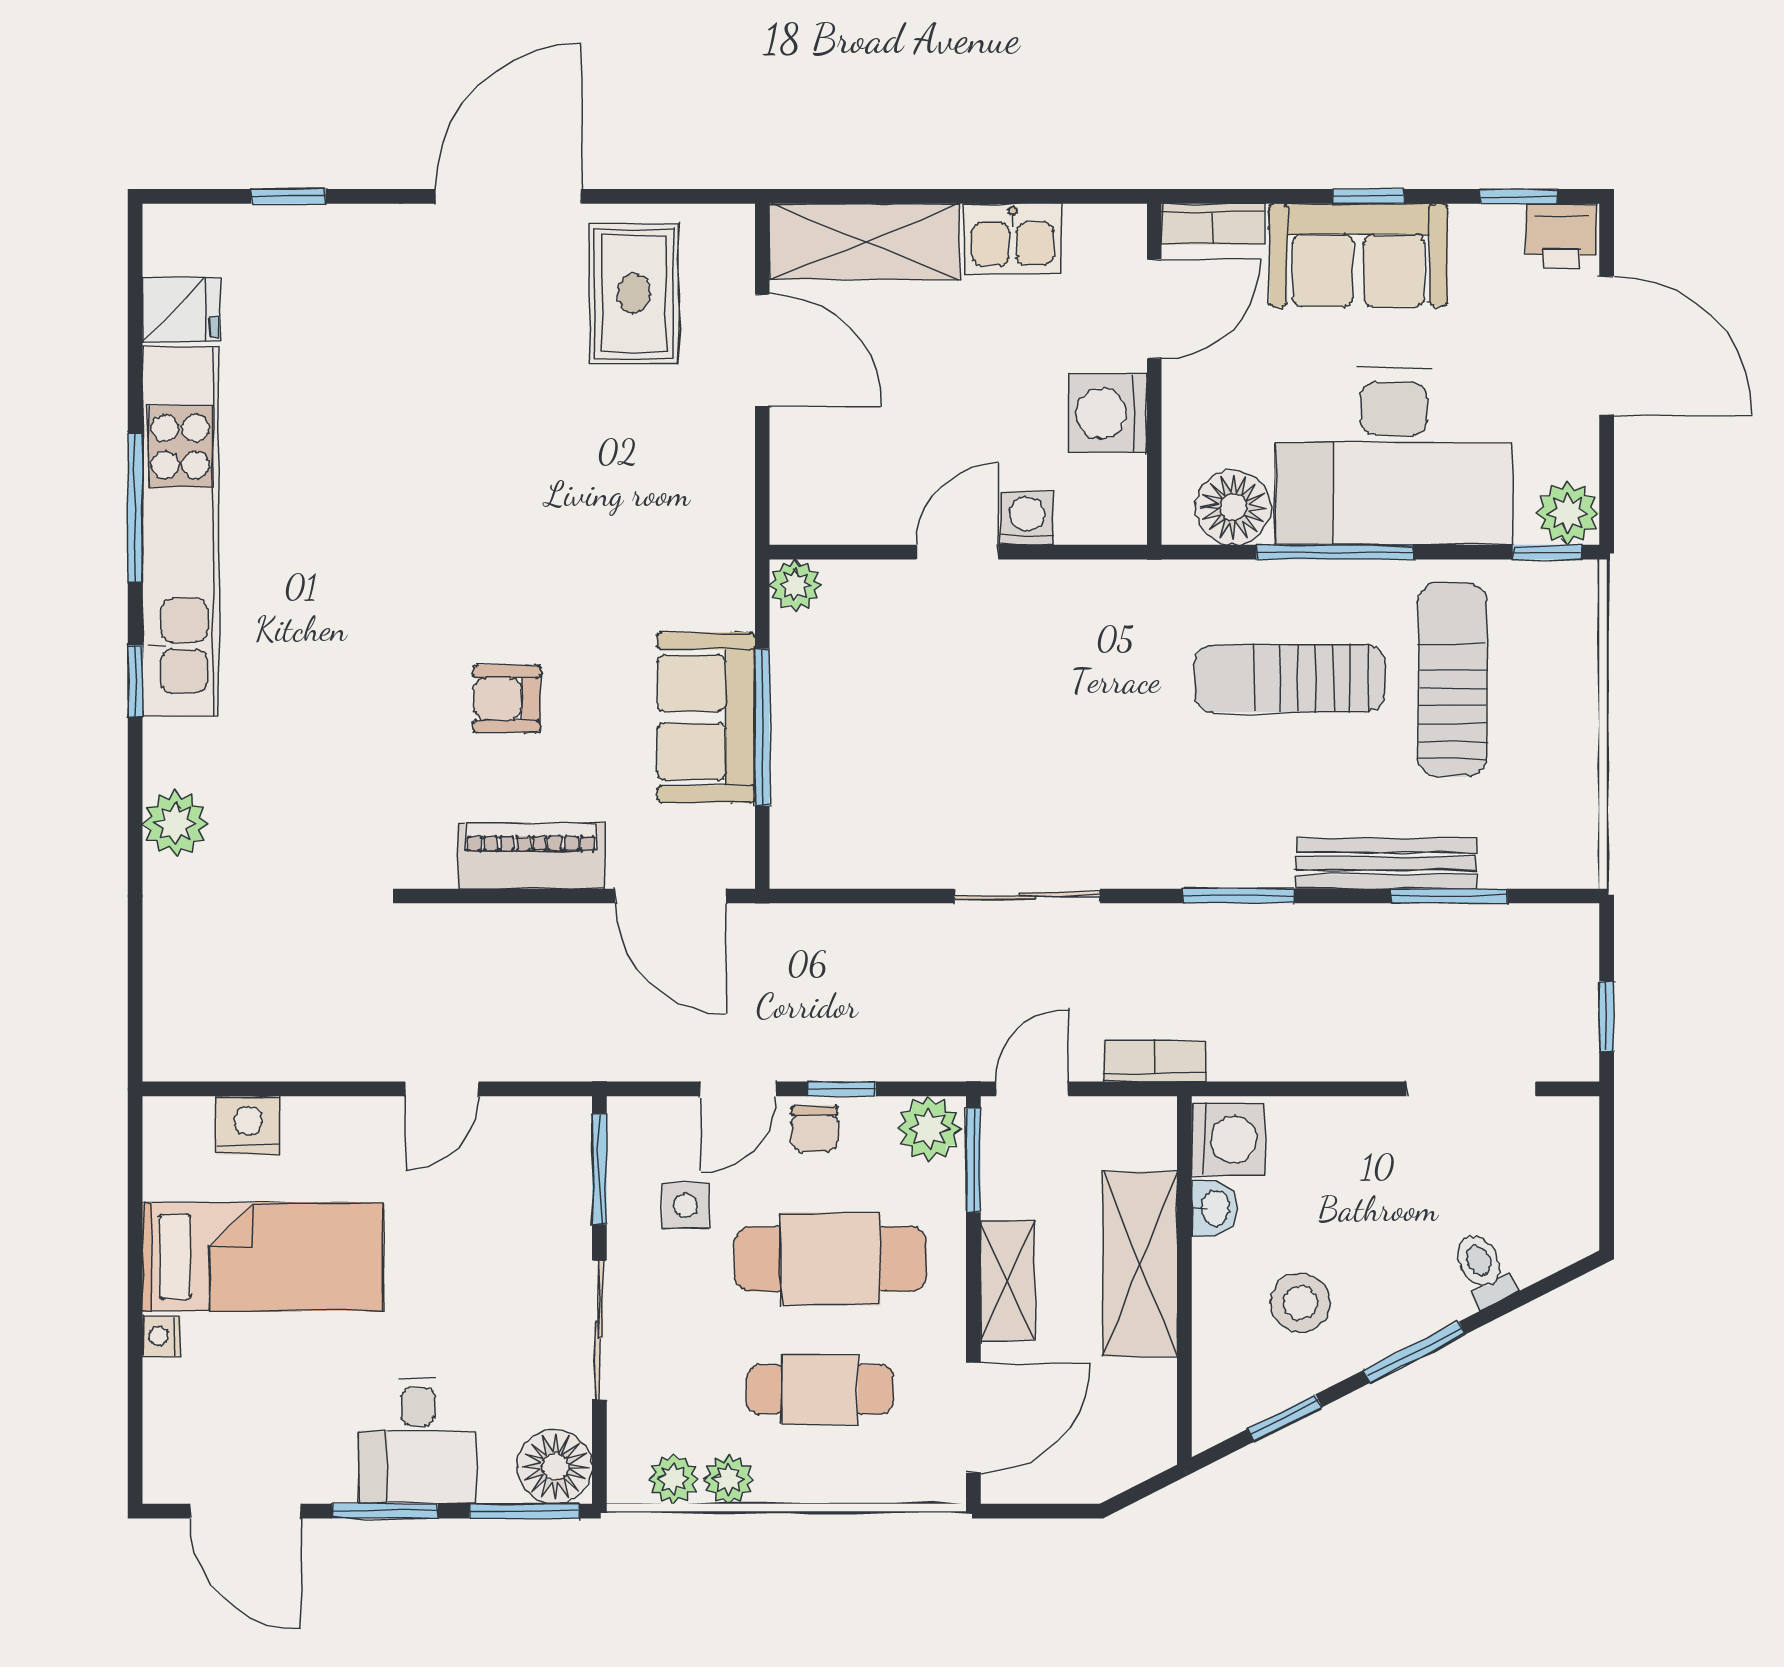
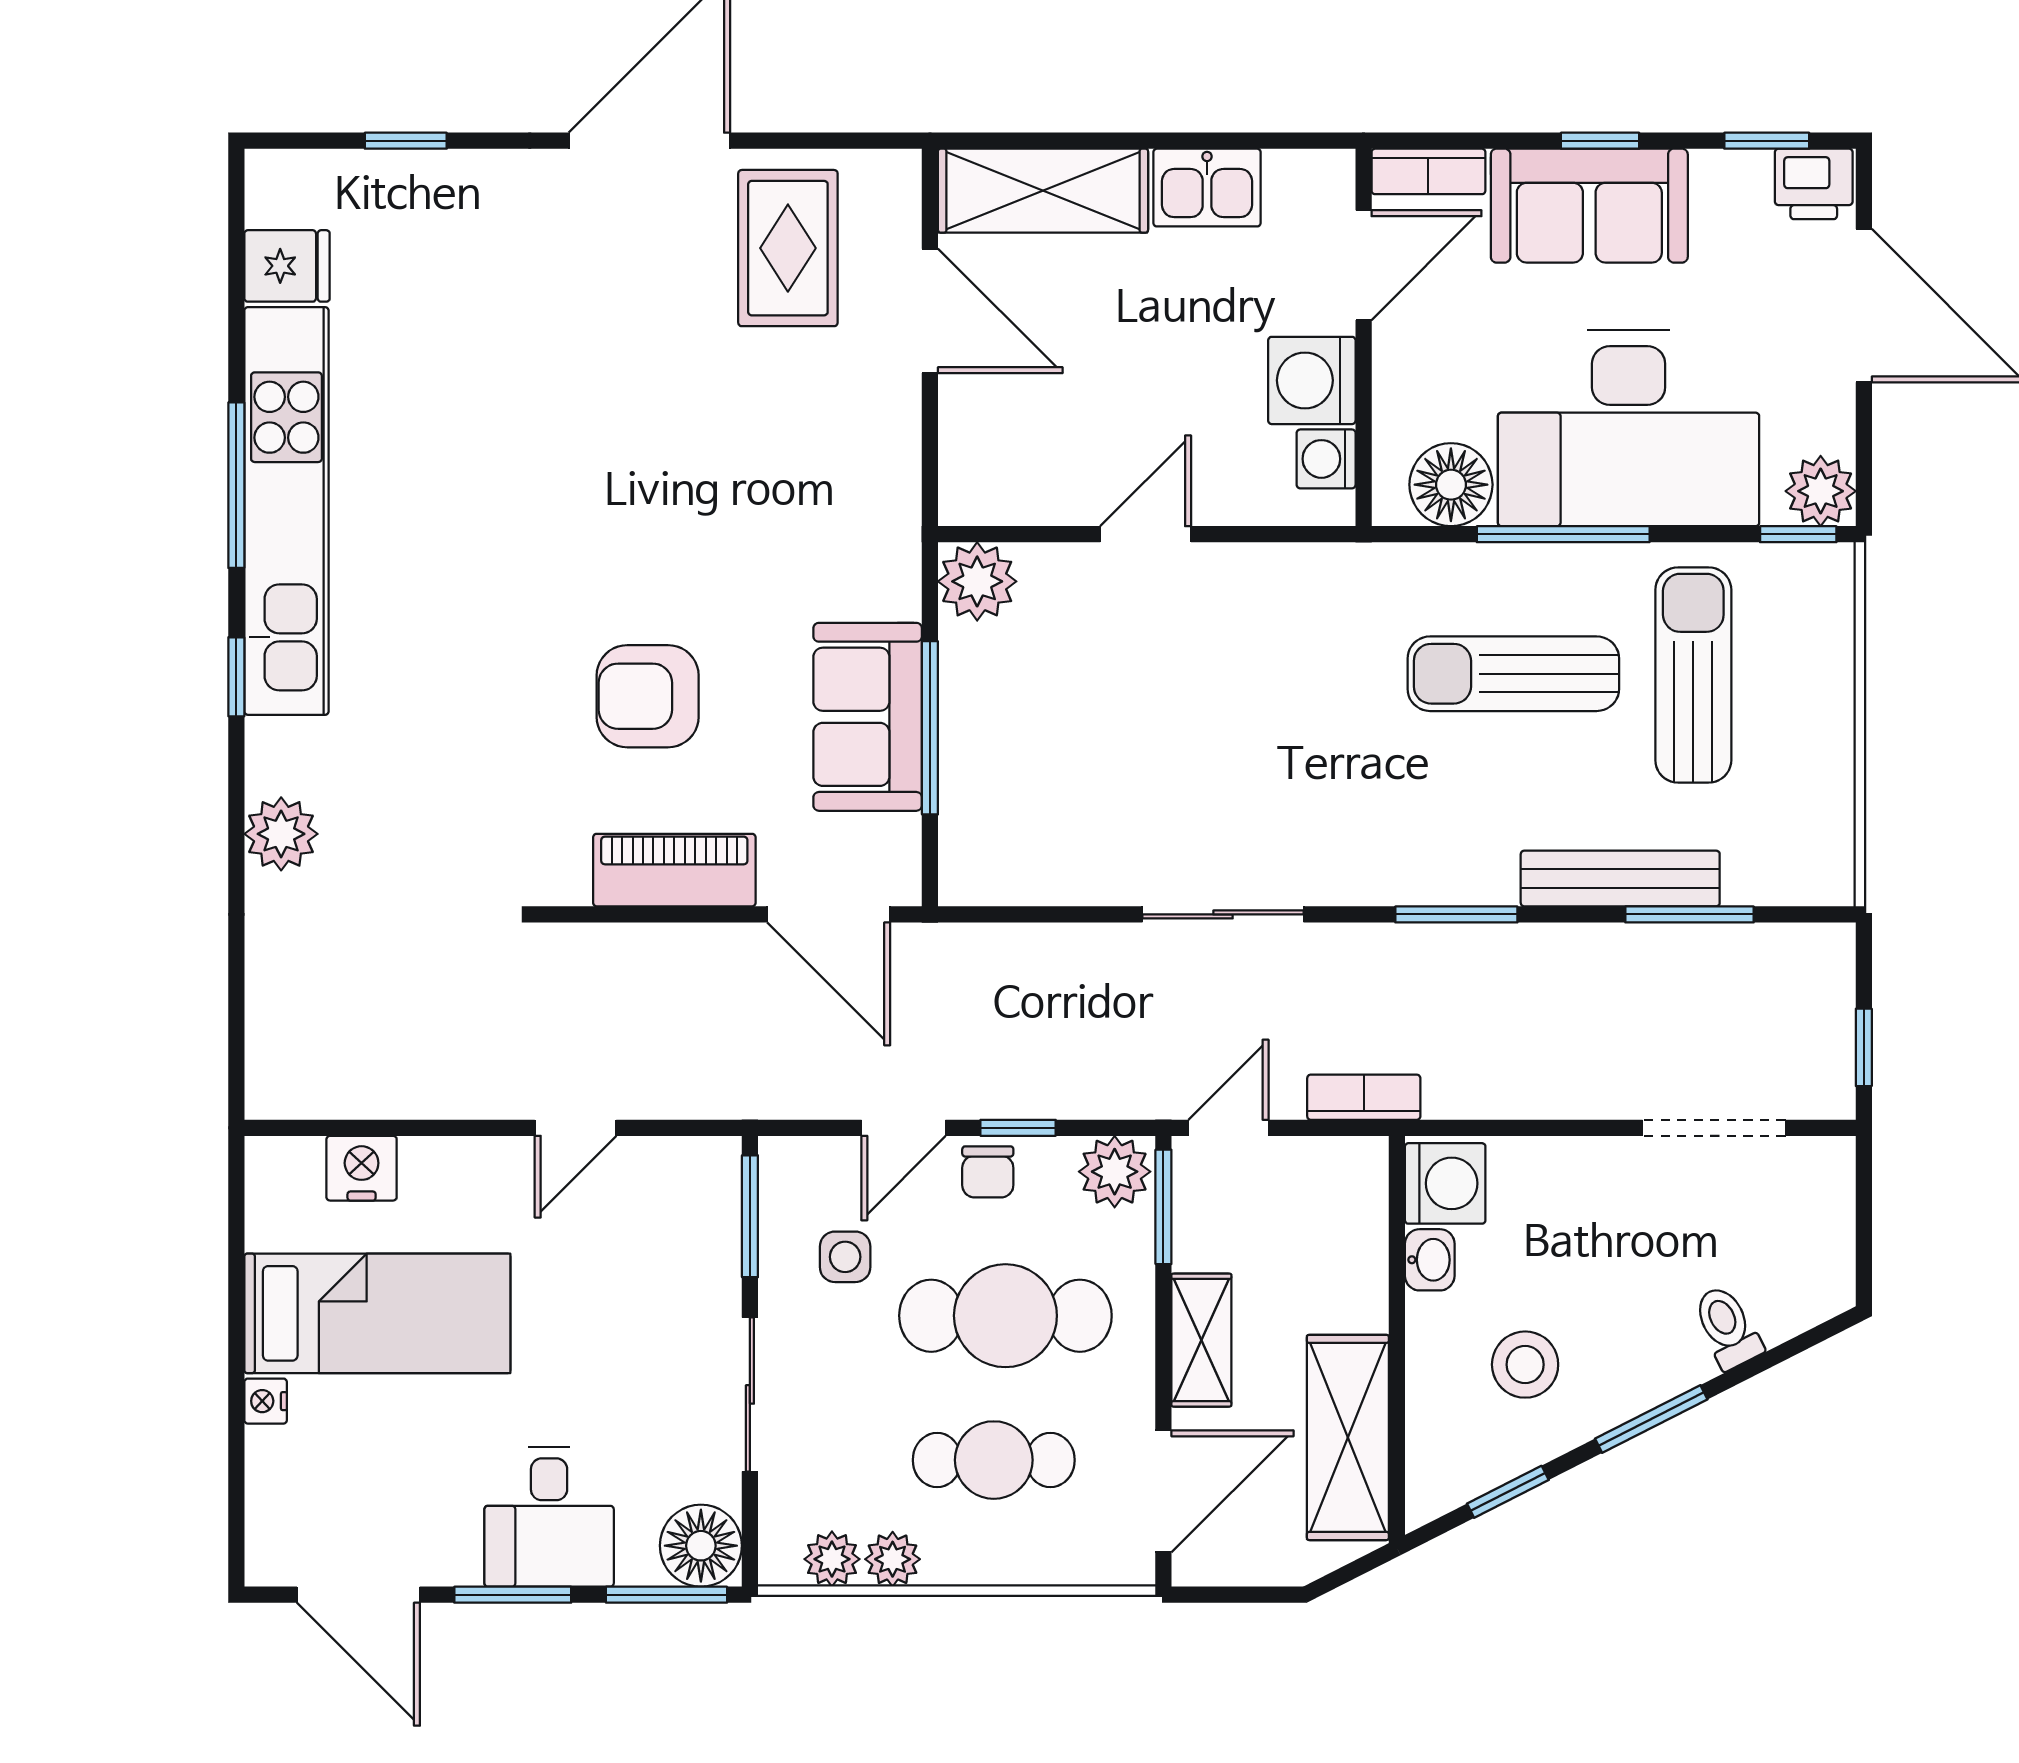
washing machine: (1027, 518) -> (1326, 459), moved, turned -90
plant: (795, 585) -> (977, 581), width x1.38, depth x1.38
armchair: (507, 699) -> (648, 696), width x1.38, depth x1.38
shelving: (1140, 1264) -> (1348, 1437), moved

